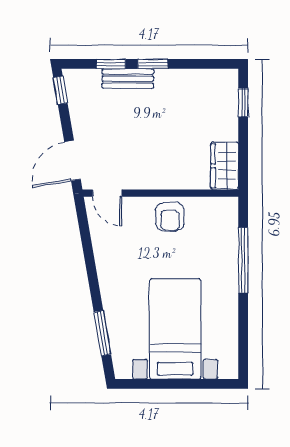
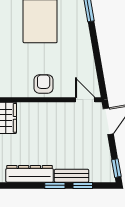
dresser: (191, 81) -> (30, 174), added

